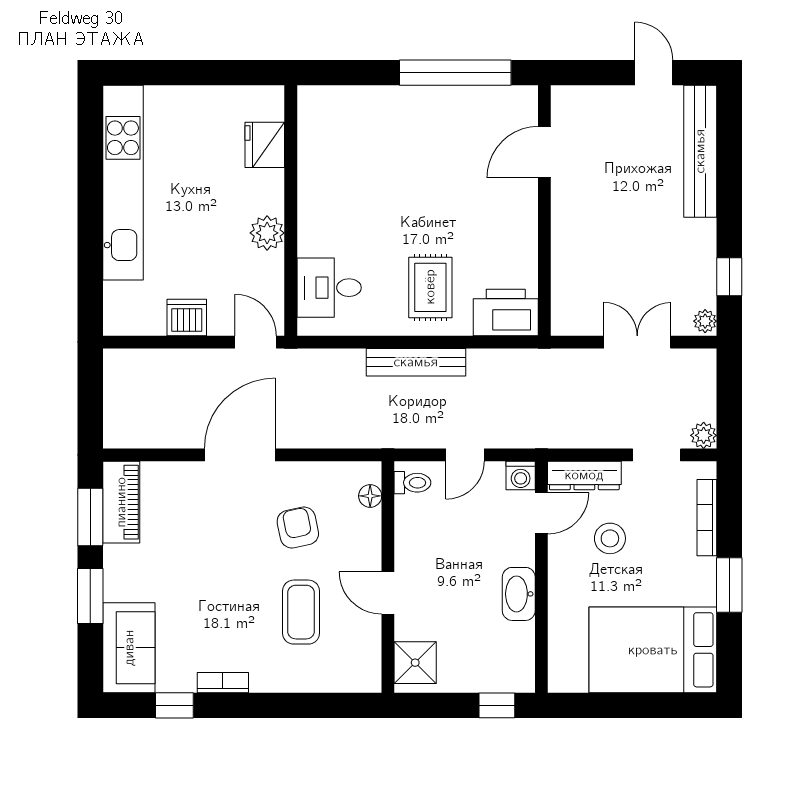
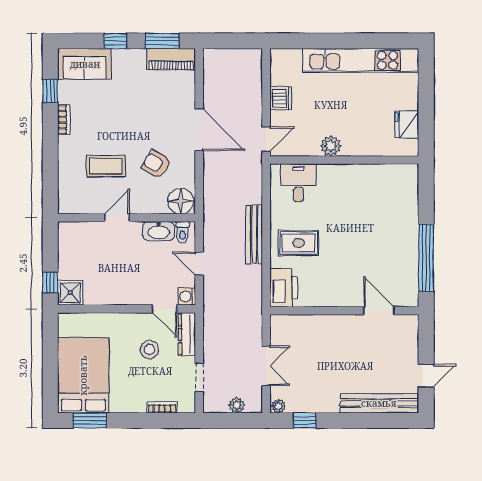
fridge: (265, 145) -> (407, 124), moved, turned -90
plant: (704, 435) -> (237, 405), moved
floor lamp: (370, 496) -> (181, 201), width x1.89, depth x1.89
bookcase: (707, 518) -> (162, 407), width x0.64
armchair: (298, 527) -> (156, 164), turned -137
window: (729, 585) -> (90, 420), moved
washbasin: (519, 594) -> (159, 231), moved, turned 180
window: (90, 596) -> (115, 41), width x0.67
shower: (415, 663) -> (70, 293), moved

